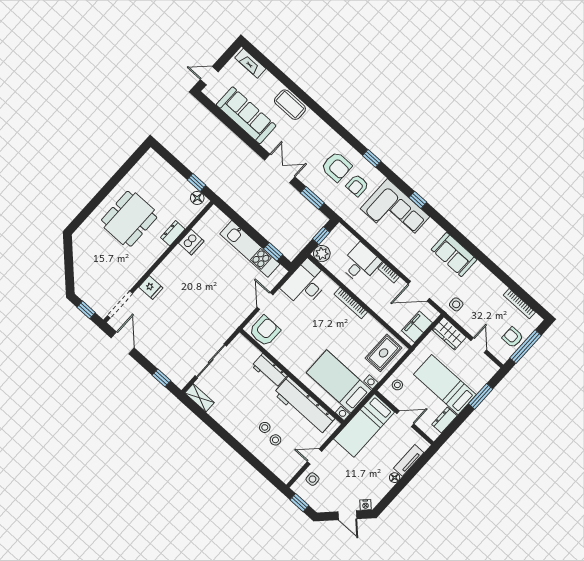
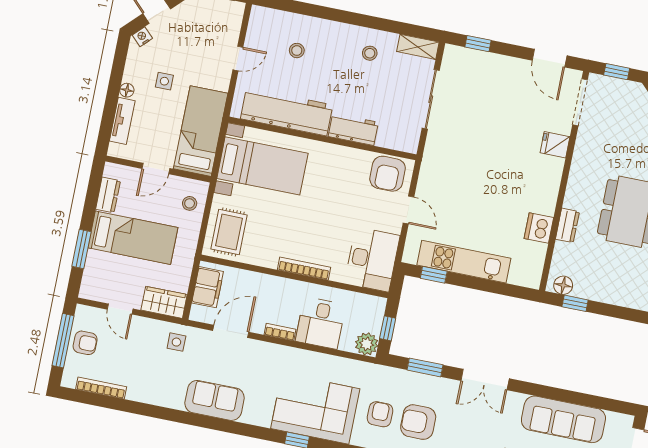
plant: (322, 254) -> (367, 344), moved
stool: (265, 427) -> (370, 53), moved
side table: (313, 479) -> (164, 81), moved

